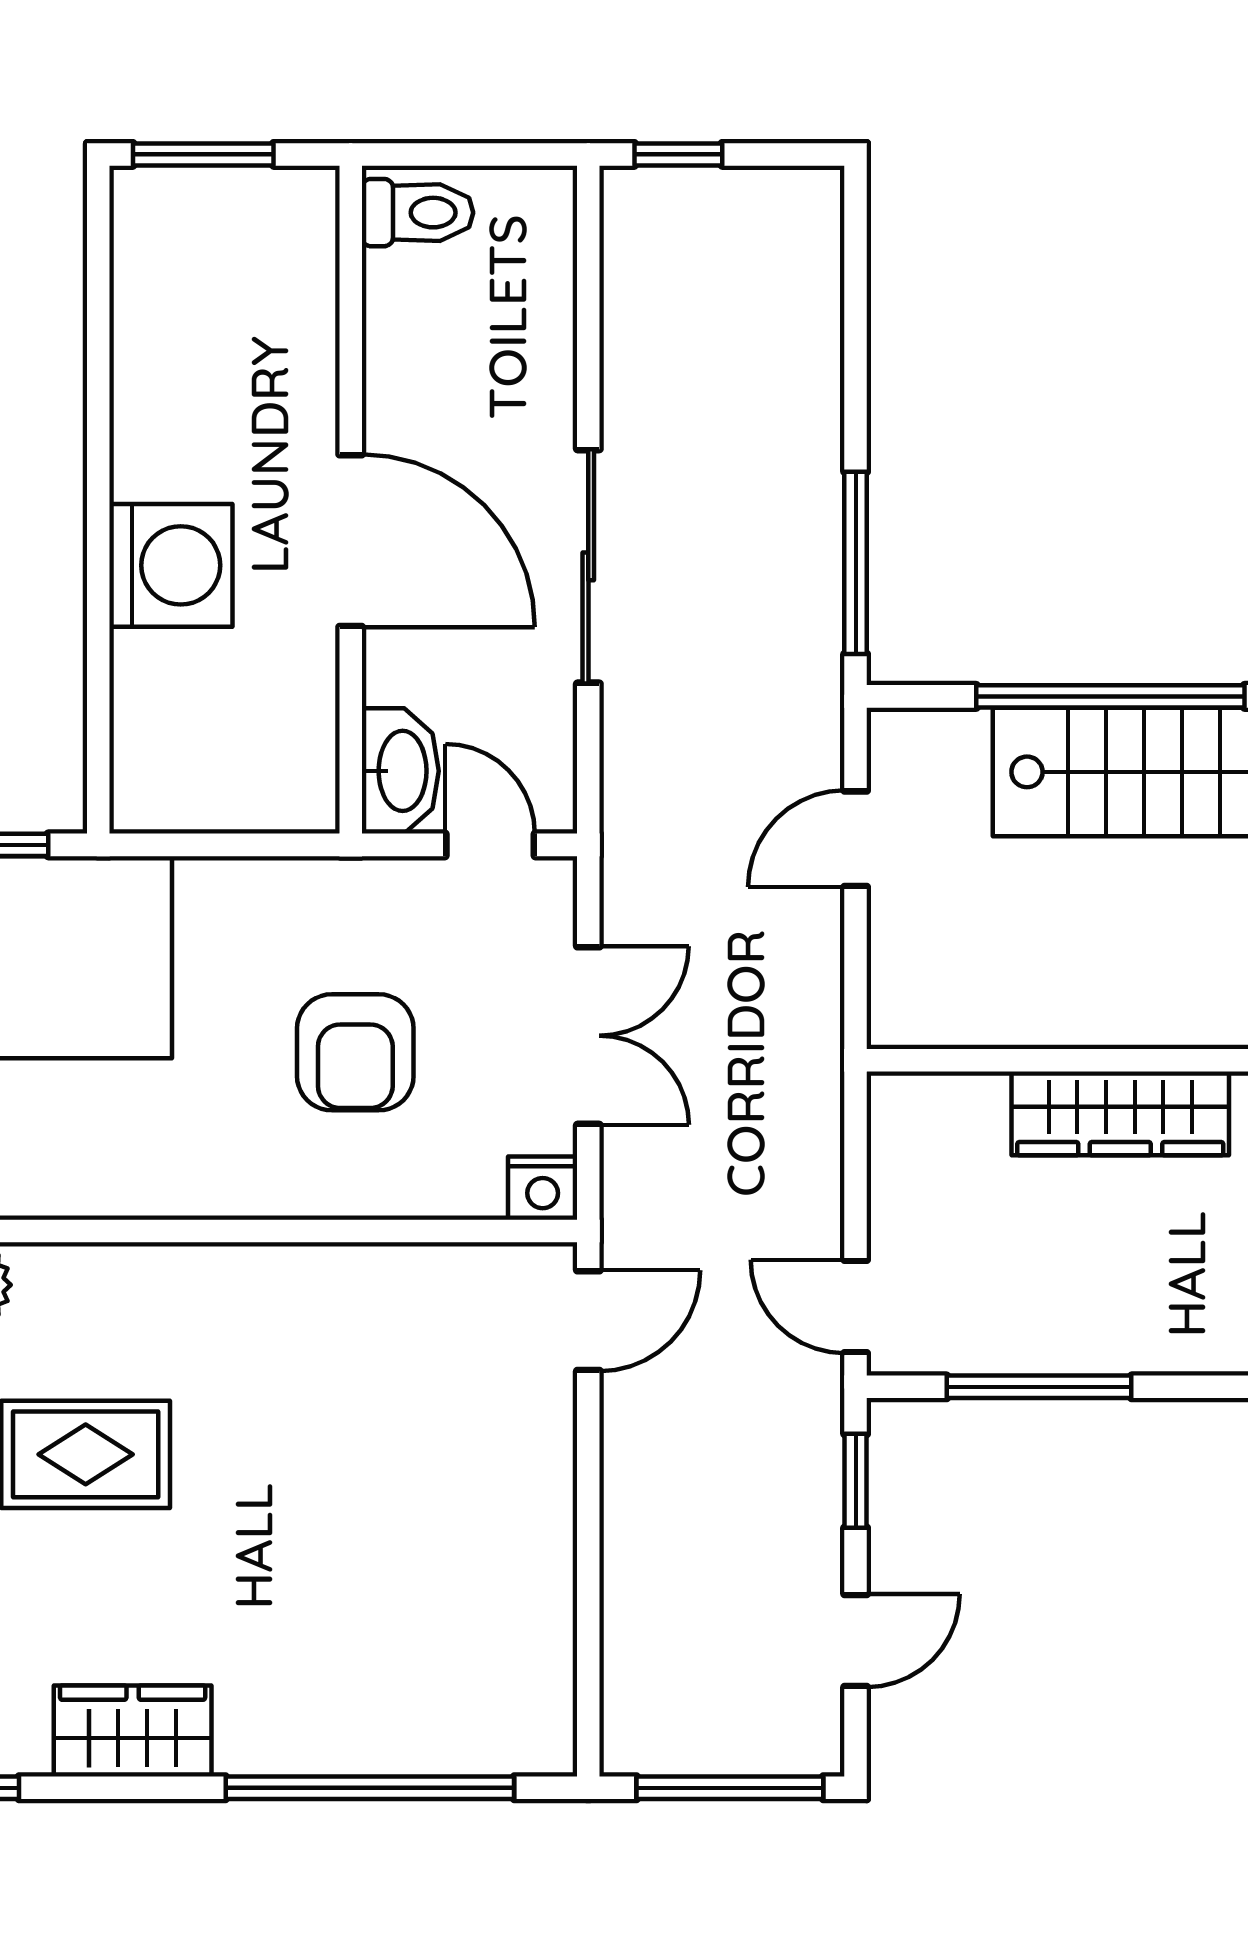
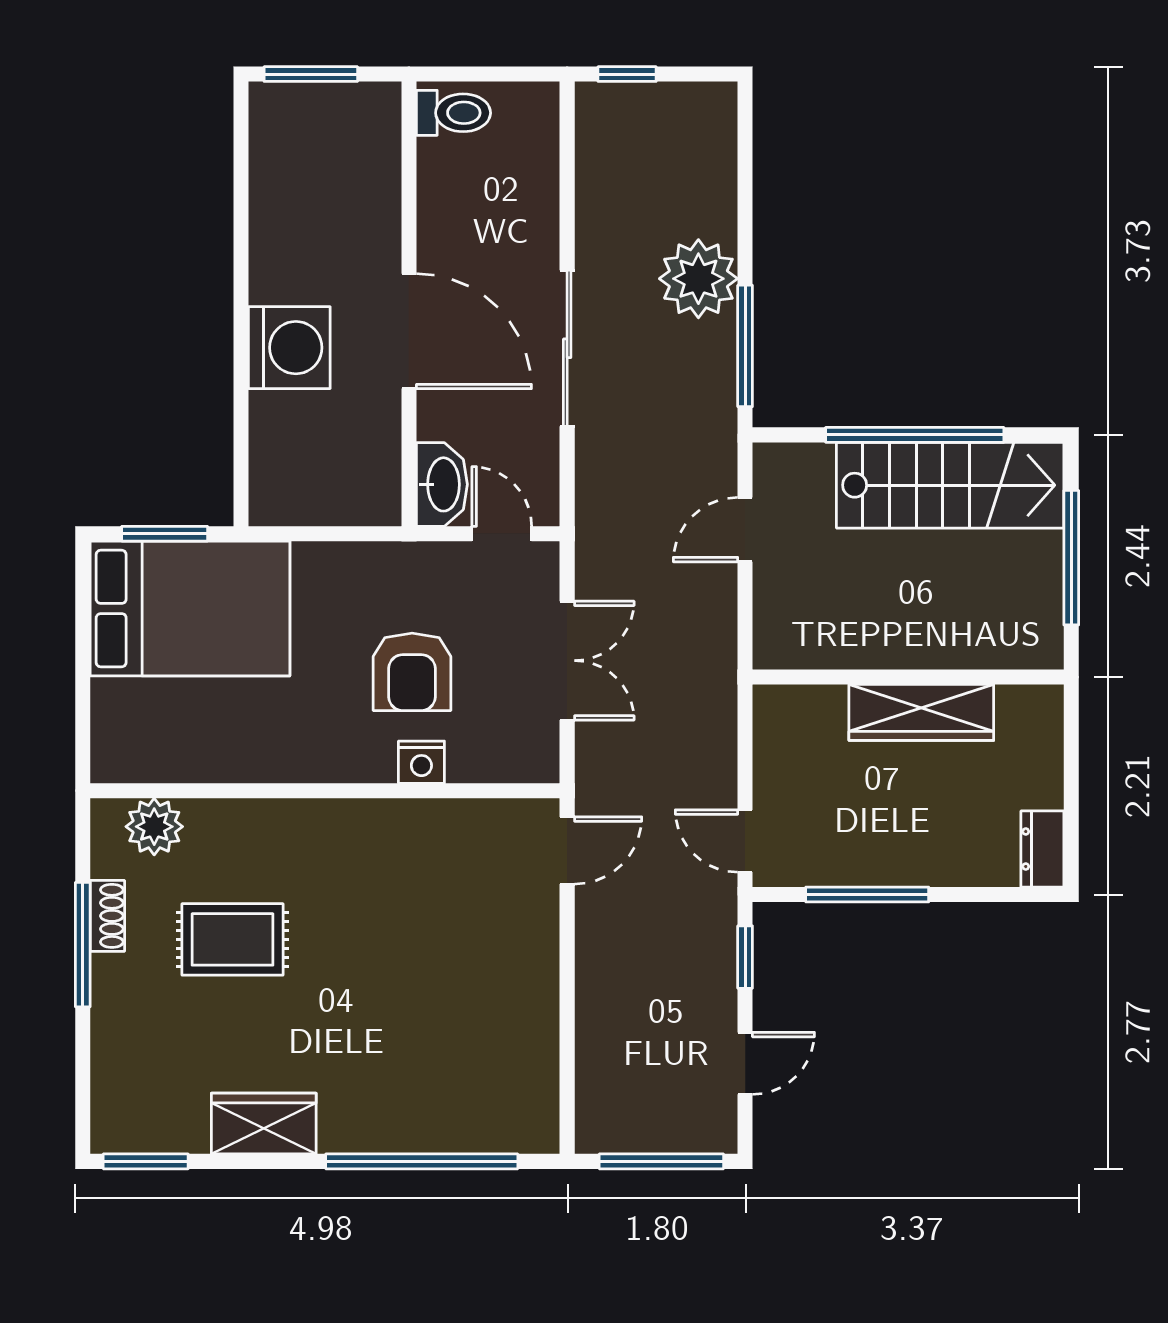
plant: (785, 462) -> (698, 279), added
nightstand: (543, 1188) -> (421, 762), moved

